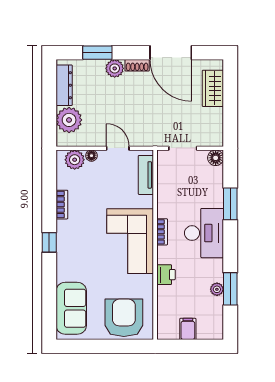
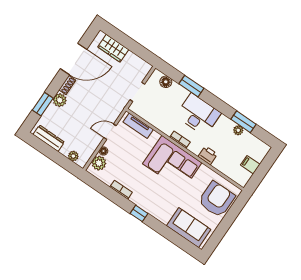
plant: (69, 120) -> (73, 156), width x0.53, depth x0.53
floor lamp: (216, 158) -> (166, 82), moved
armchair: (124, 318) -> (217, 199), turned 90

